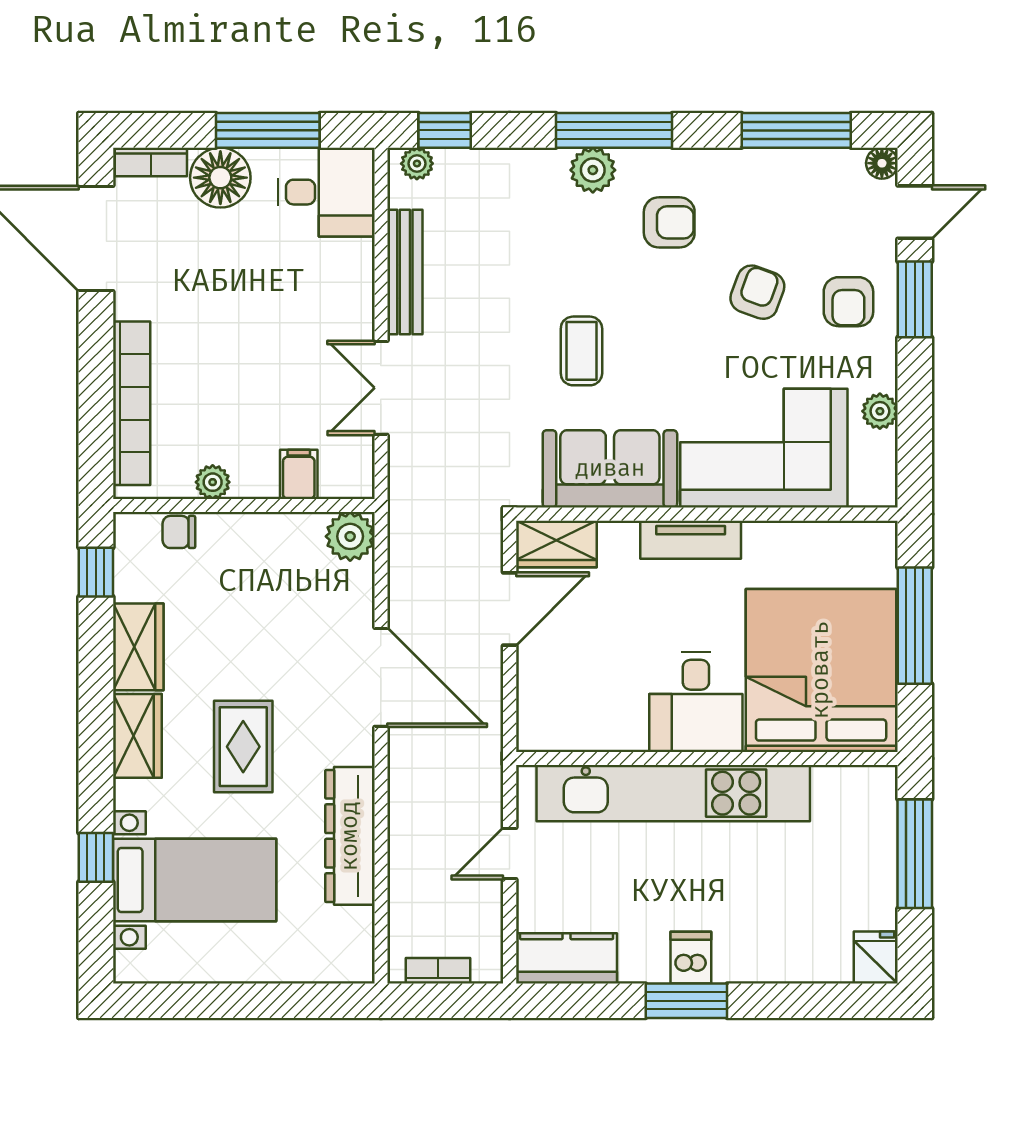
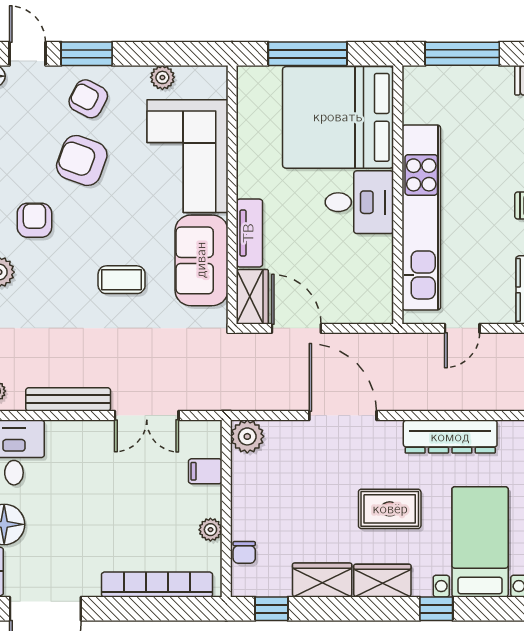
armchair: (757, 292) -> (82, 160), width x1.38, depth x1.38
armchair: (848, 302) -> (88, 99), turned -152
tv unit: (691, 540) -> (249, 233), moved
door: (381, 677) -> (343, 416), hinge flipped
door: (510, 853) -> (462, 328), hinge flipped
window: (96, 857) -> (436, 609), moved

